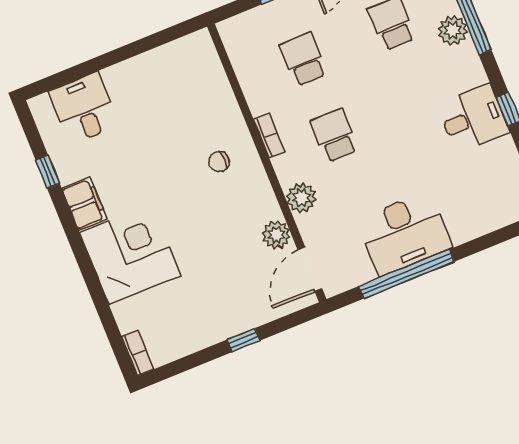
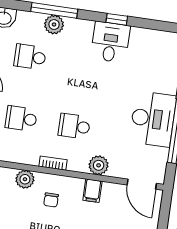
filing cabinet: (263, 209) -> (92, 191), added
plant: (276, 235) -> (25, 179), moved

